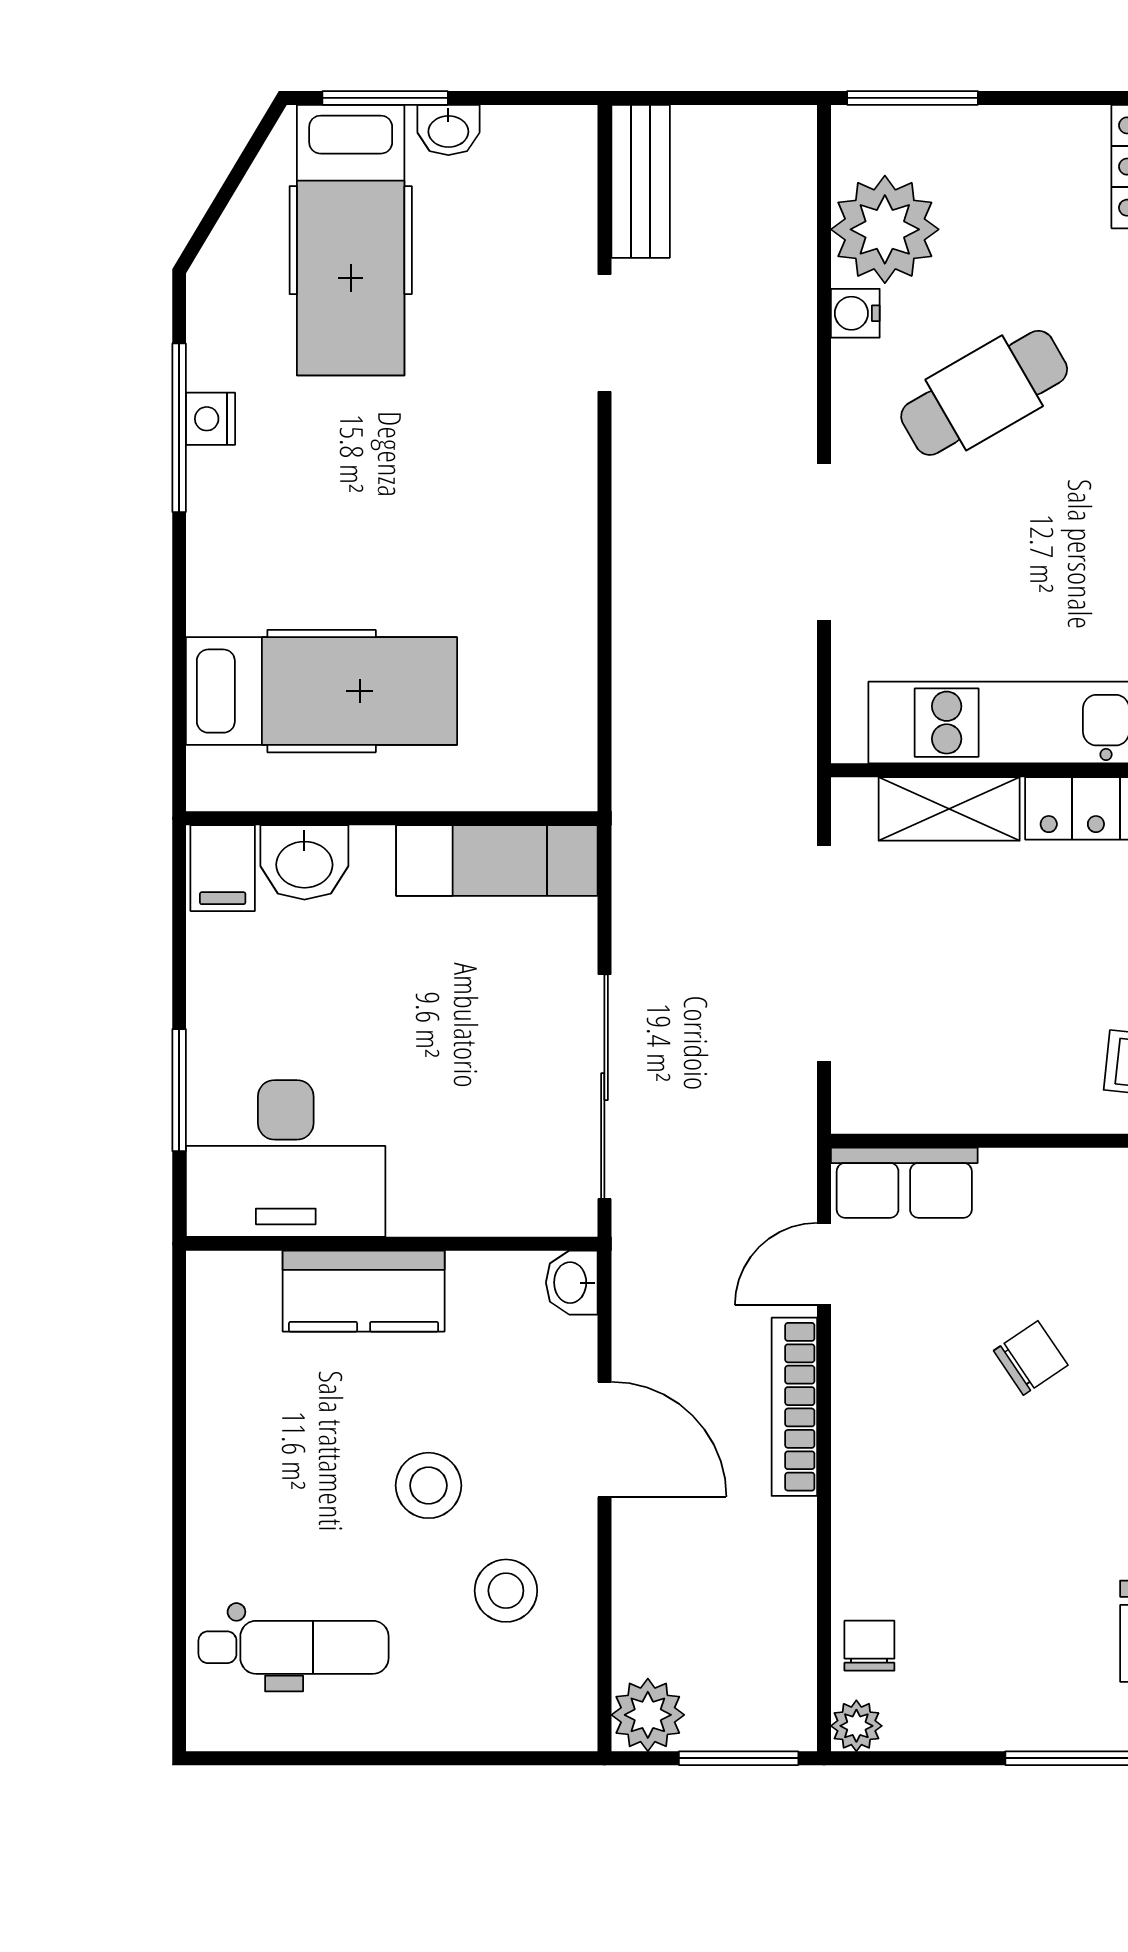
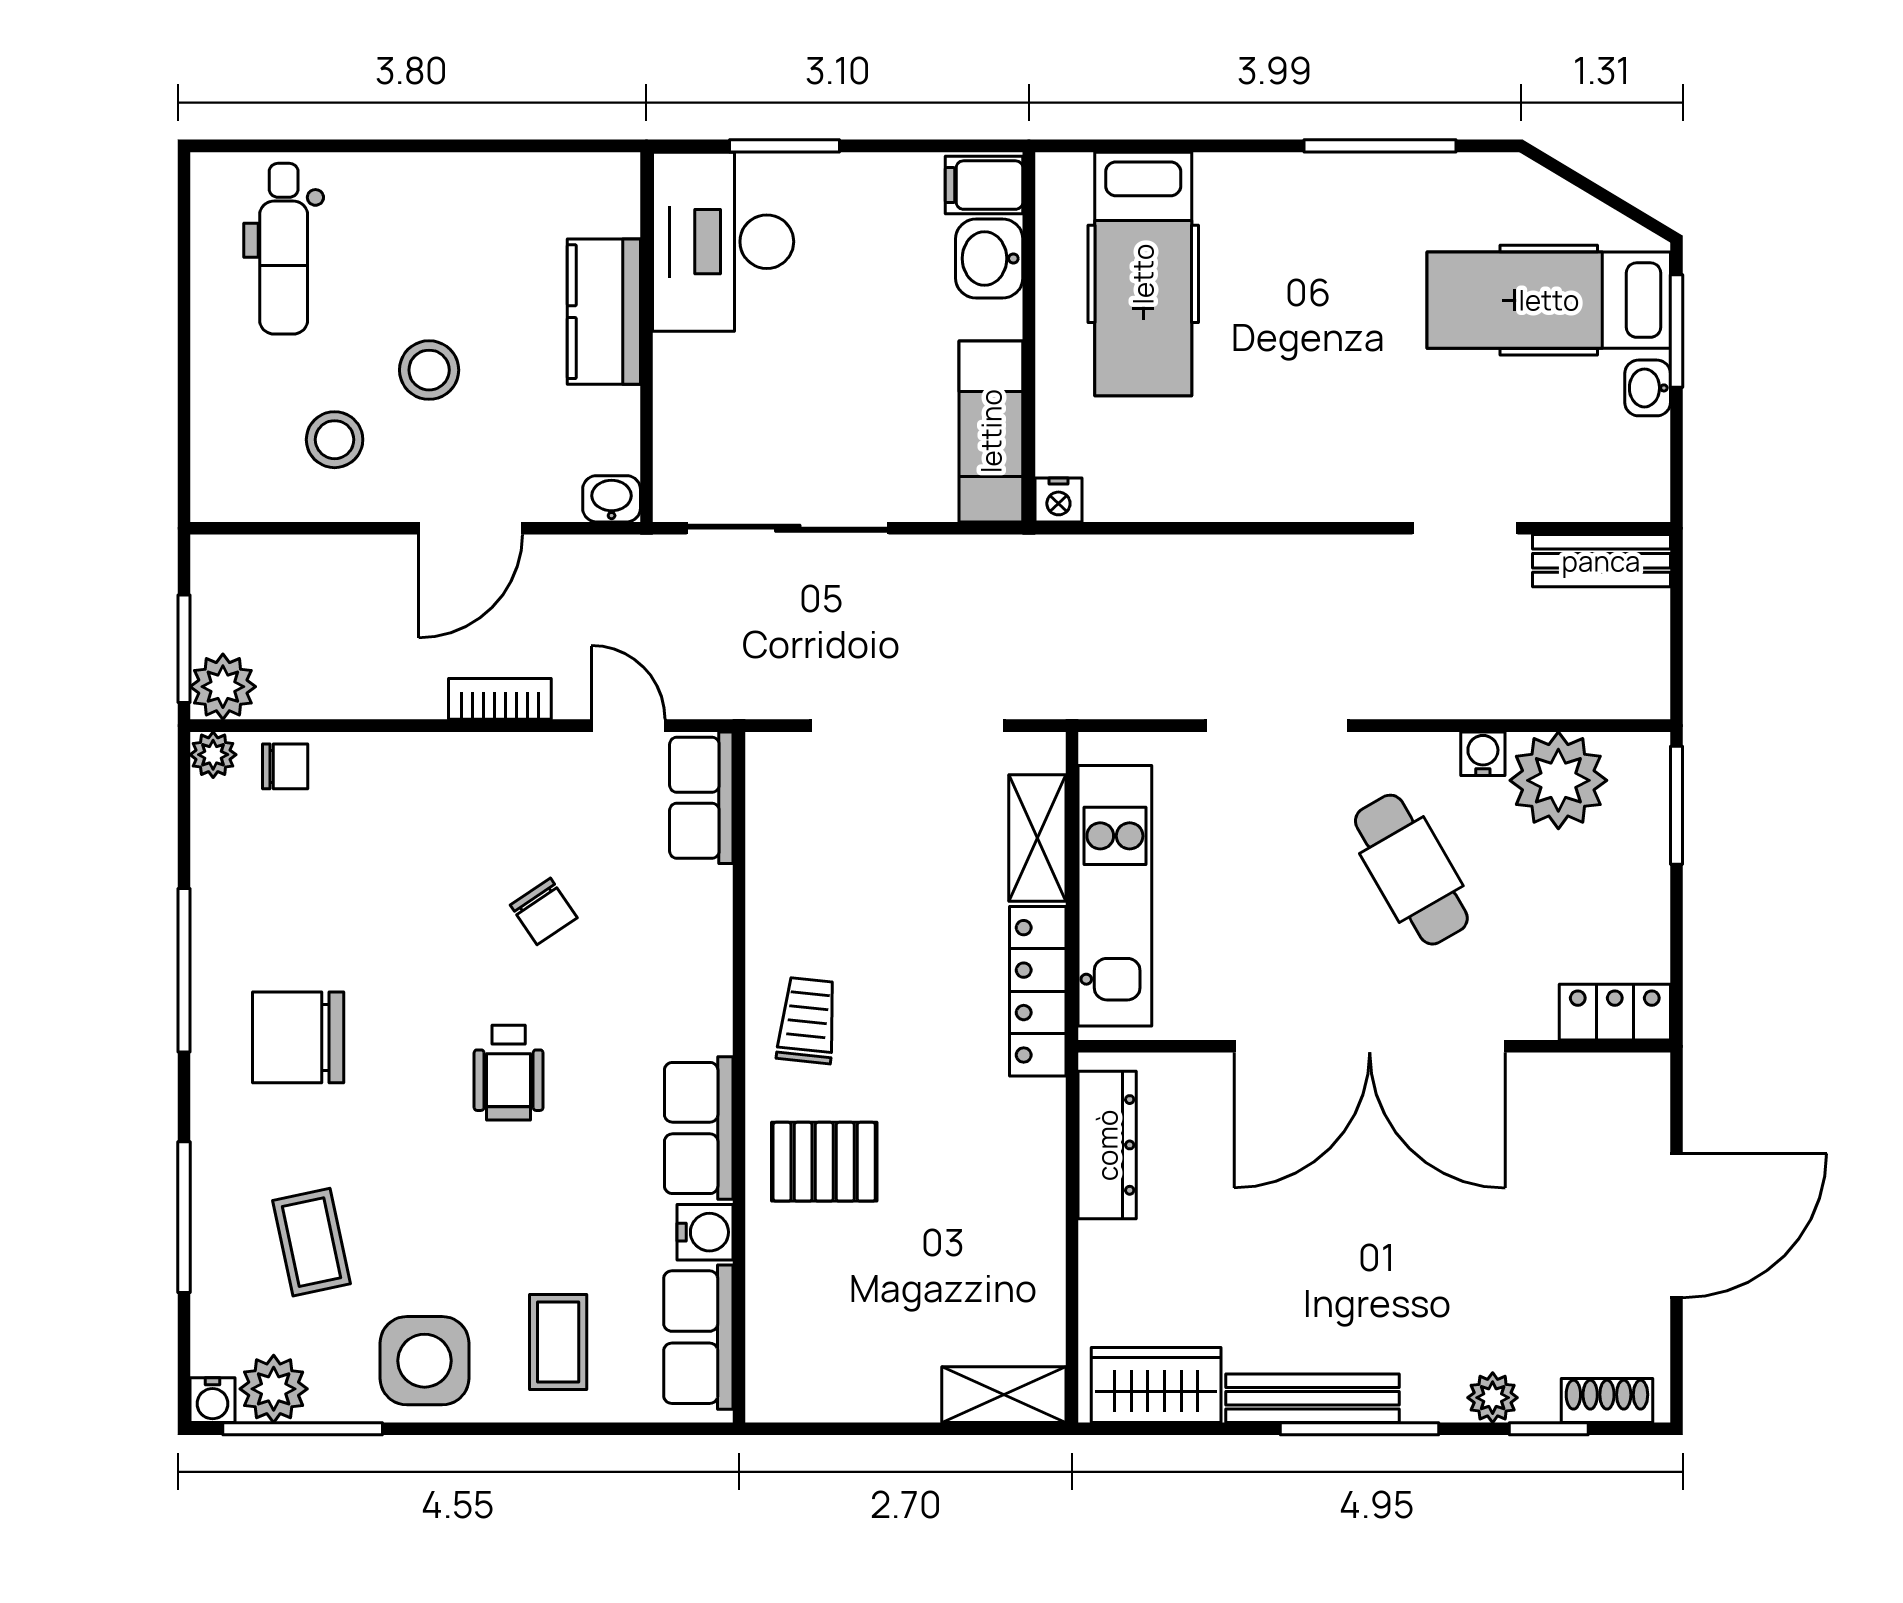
nightstand: (211, 419) -> (1058, 500), moved, turned 180
bookcase: (794, 1407) -> (500, 699), width x0.64
plant: (648, 1715) -> (223, 687), moved

